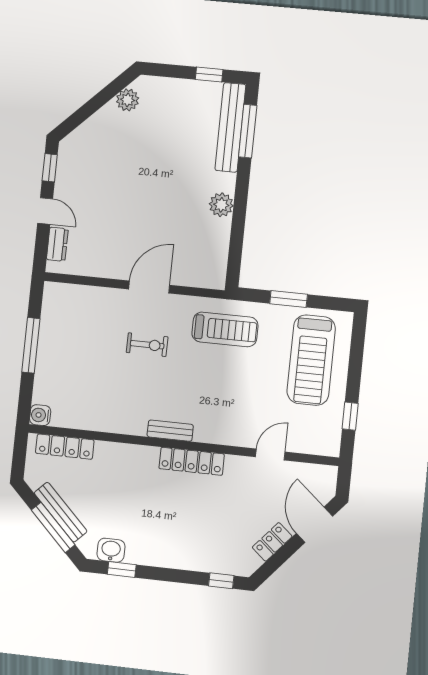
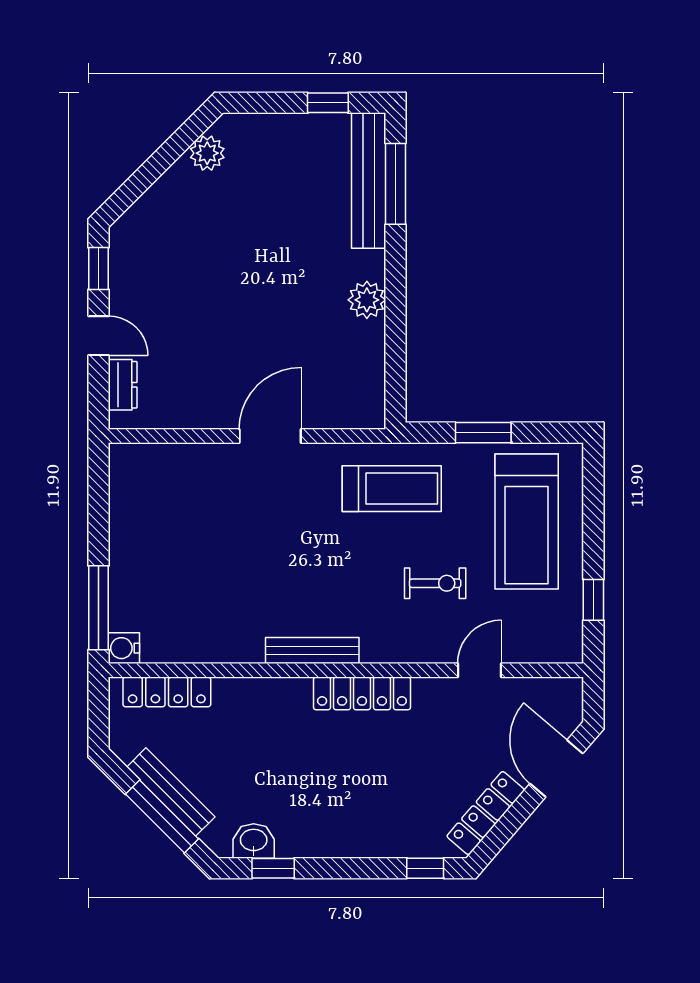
window: (31, 345) -> (98, 608), moved
exercise bike: (147, 345) -> (435, 583), moved
bench: (170, 431) -> (312, 651), width x1.36
locker: (272, 542) -> (486, 813), width x1.53

